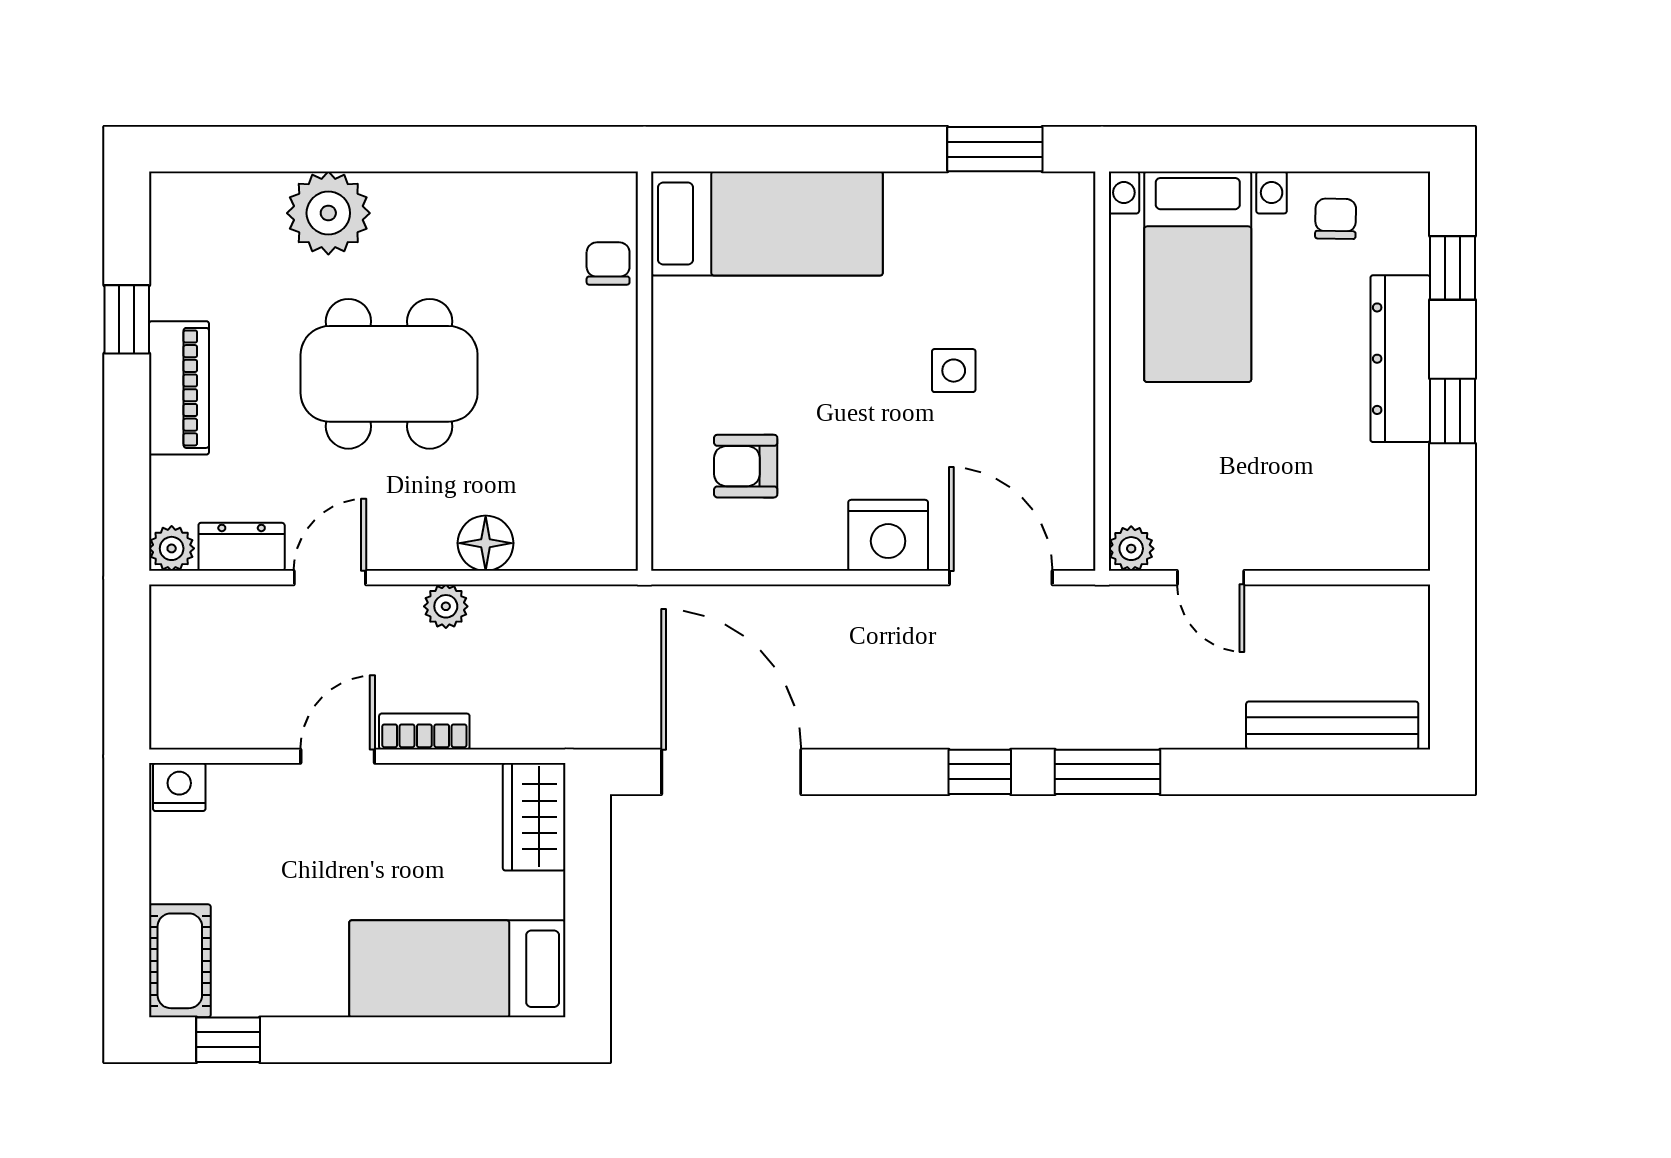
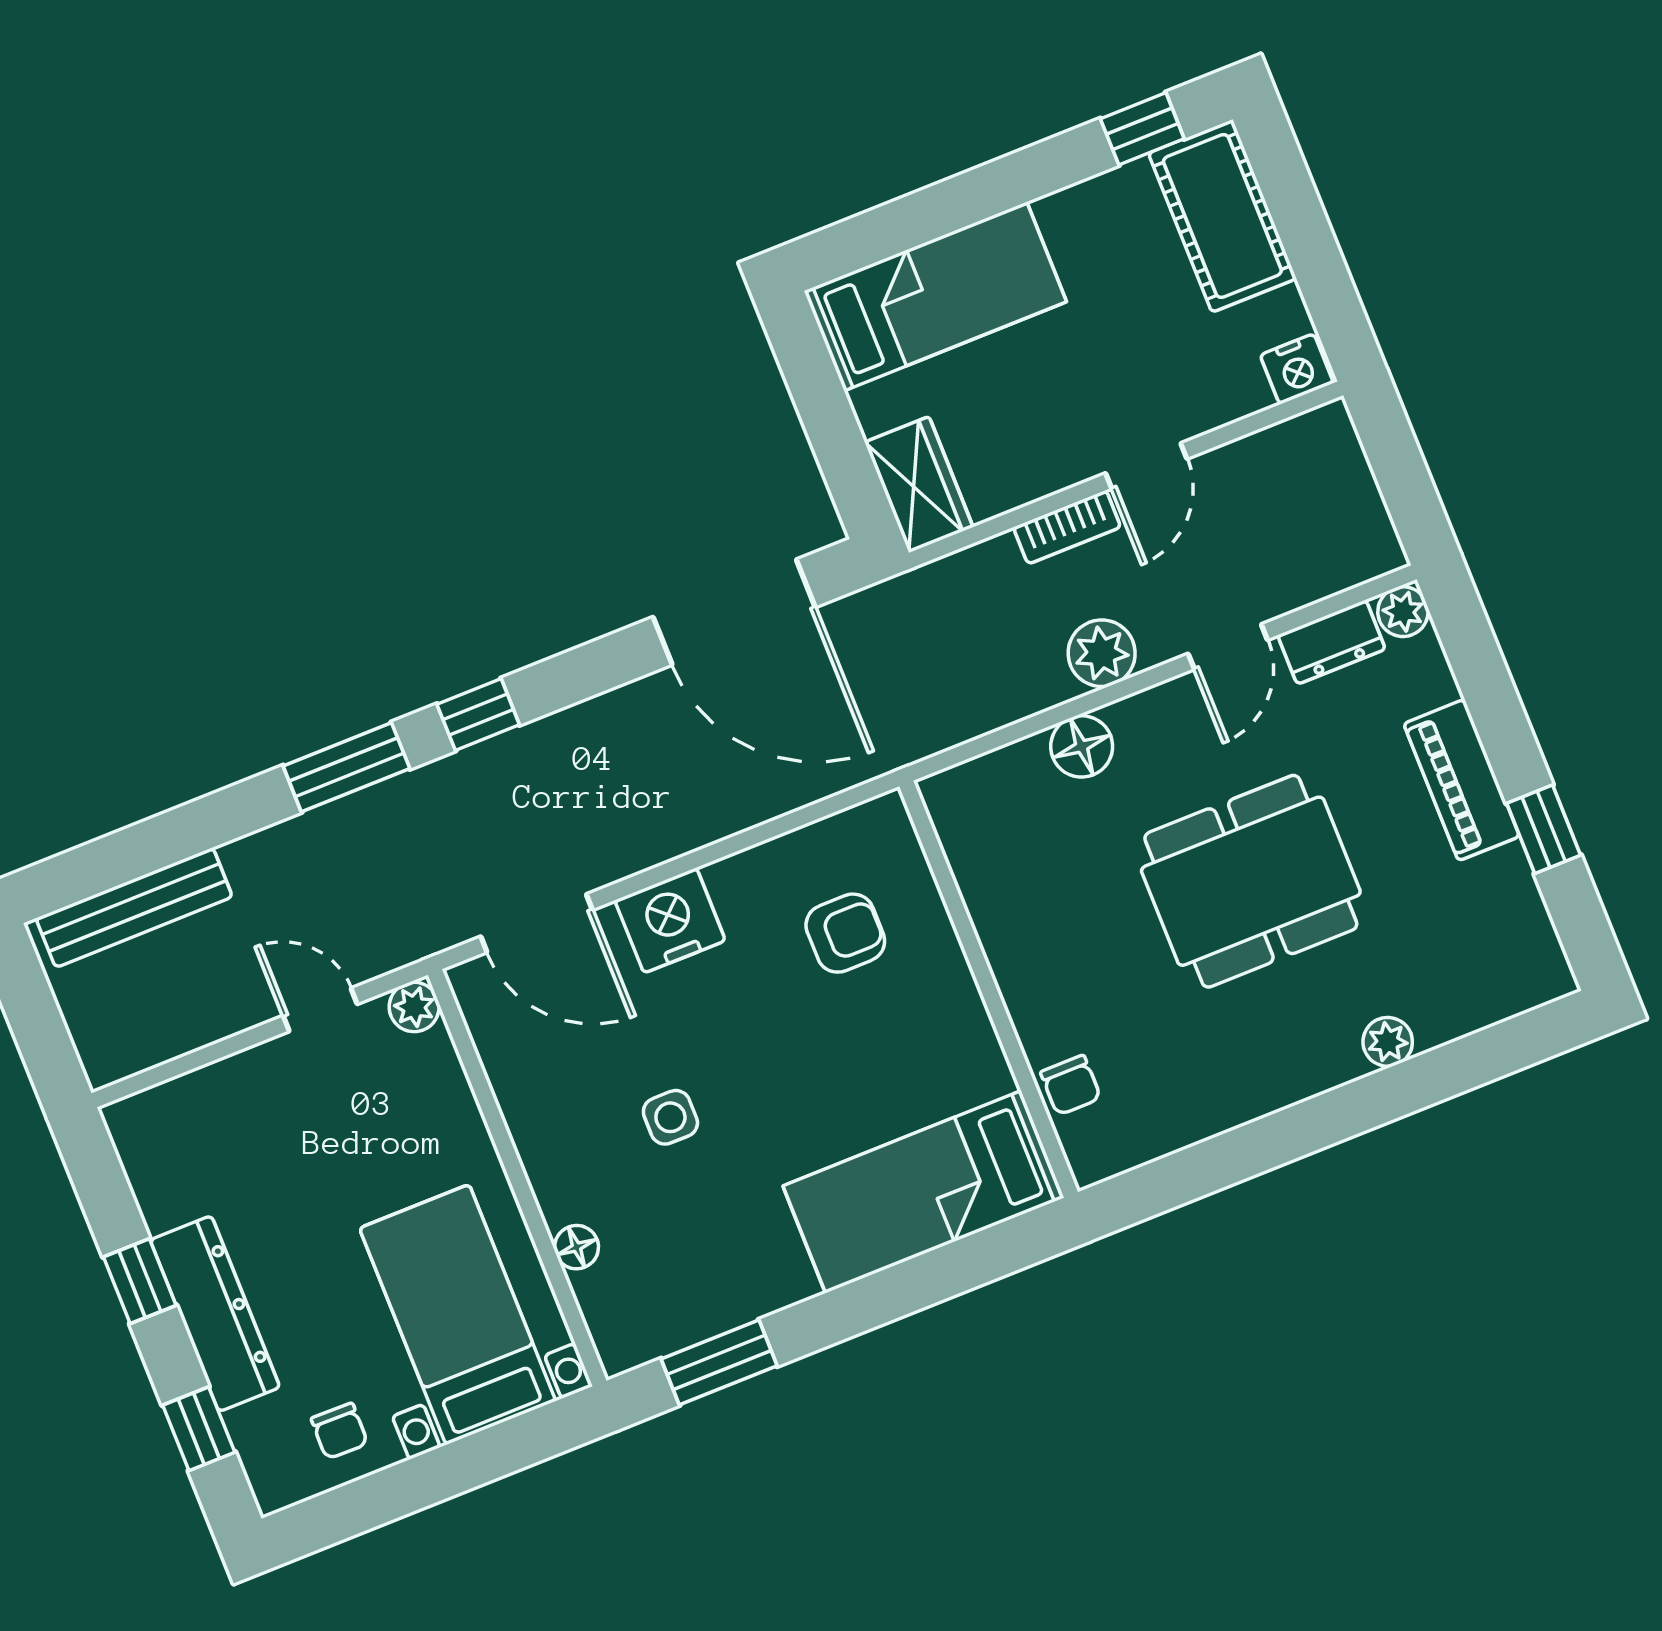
plant: (328, 213) -> (1388, 1042), width x0.53, depth x0.53
floor lamp: (1076, 293) -> (576, 1247), added
plant: (446, 606) -> (1102, 653), width x1.38, depth x1.38
cot: (180, 961) -> (1222, 216), width x1.37, depth x1.34

